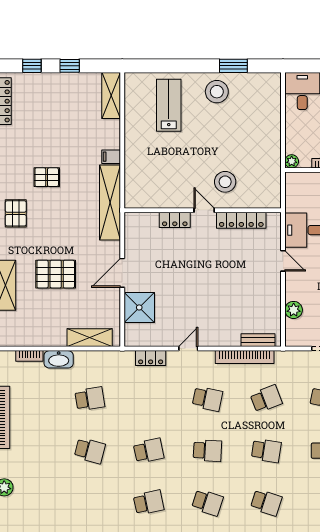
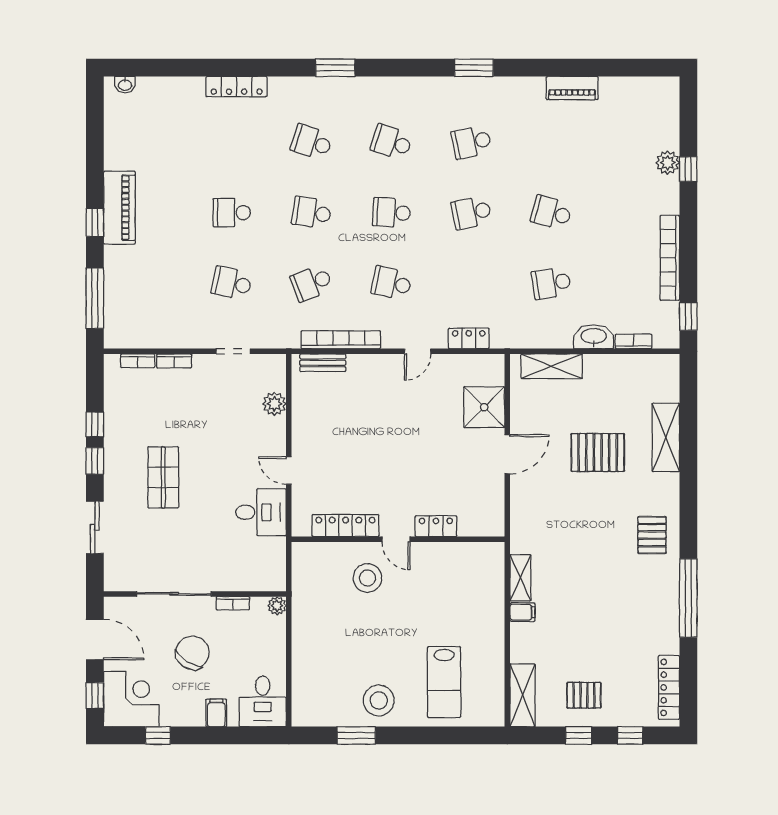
pallet: (47, 177) -> (584, 695), moved
shelving: (110, 202) -> (520, 578), width x0.45, depth x0.75

